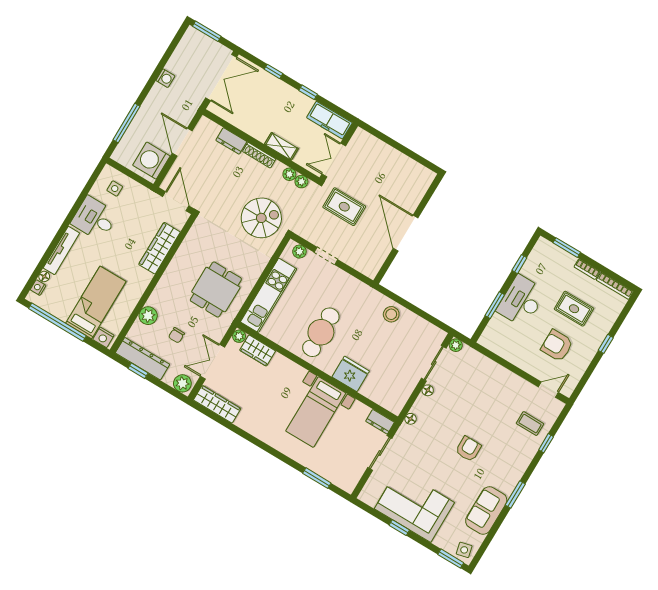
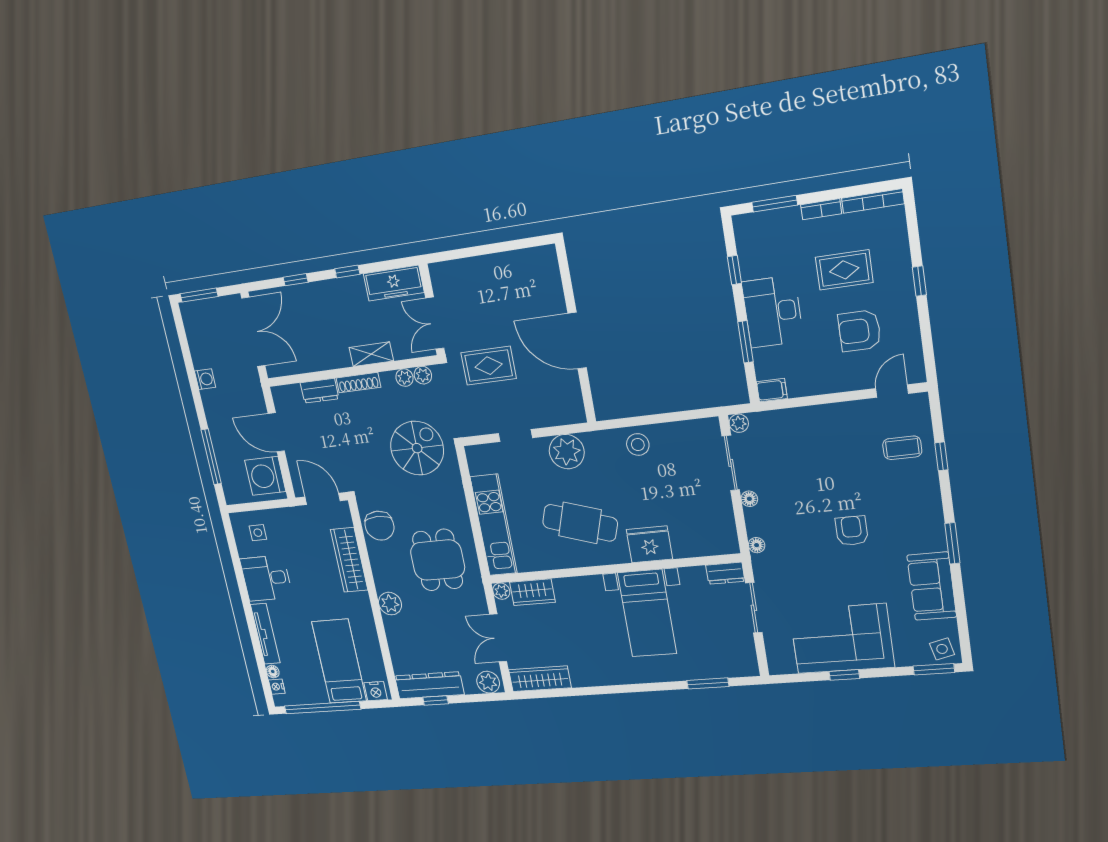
plant: (299, 252) -> (567, 452), moved, width x1.87, depth x1.87
plant: (148, 316) -> (390, 604), moved
cafe table: (321, 332) -> (580, 523), turned -71
chair: (176, 335) -> (379, 526), moved, width x1.87, depth x1.87
filing cabinet: (488, 341) -> (772, 390), added

